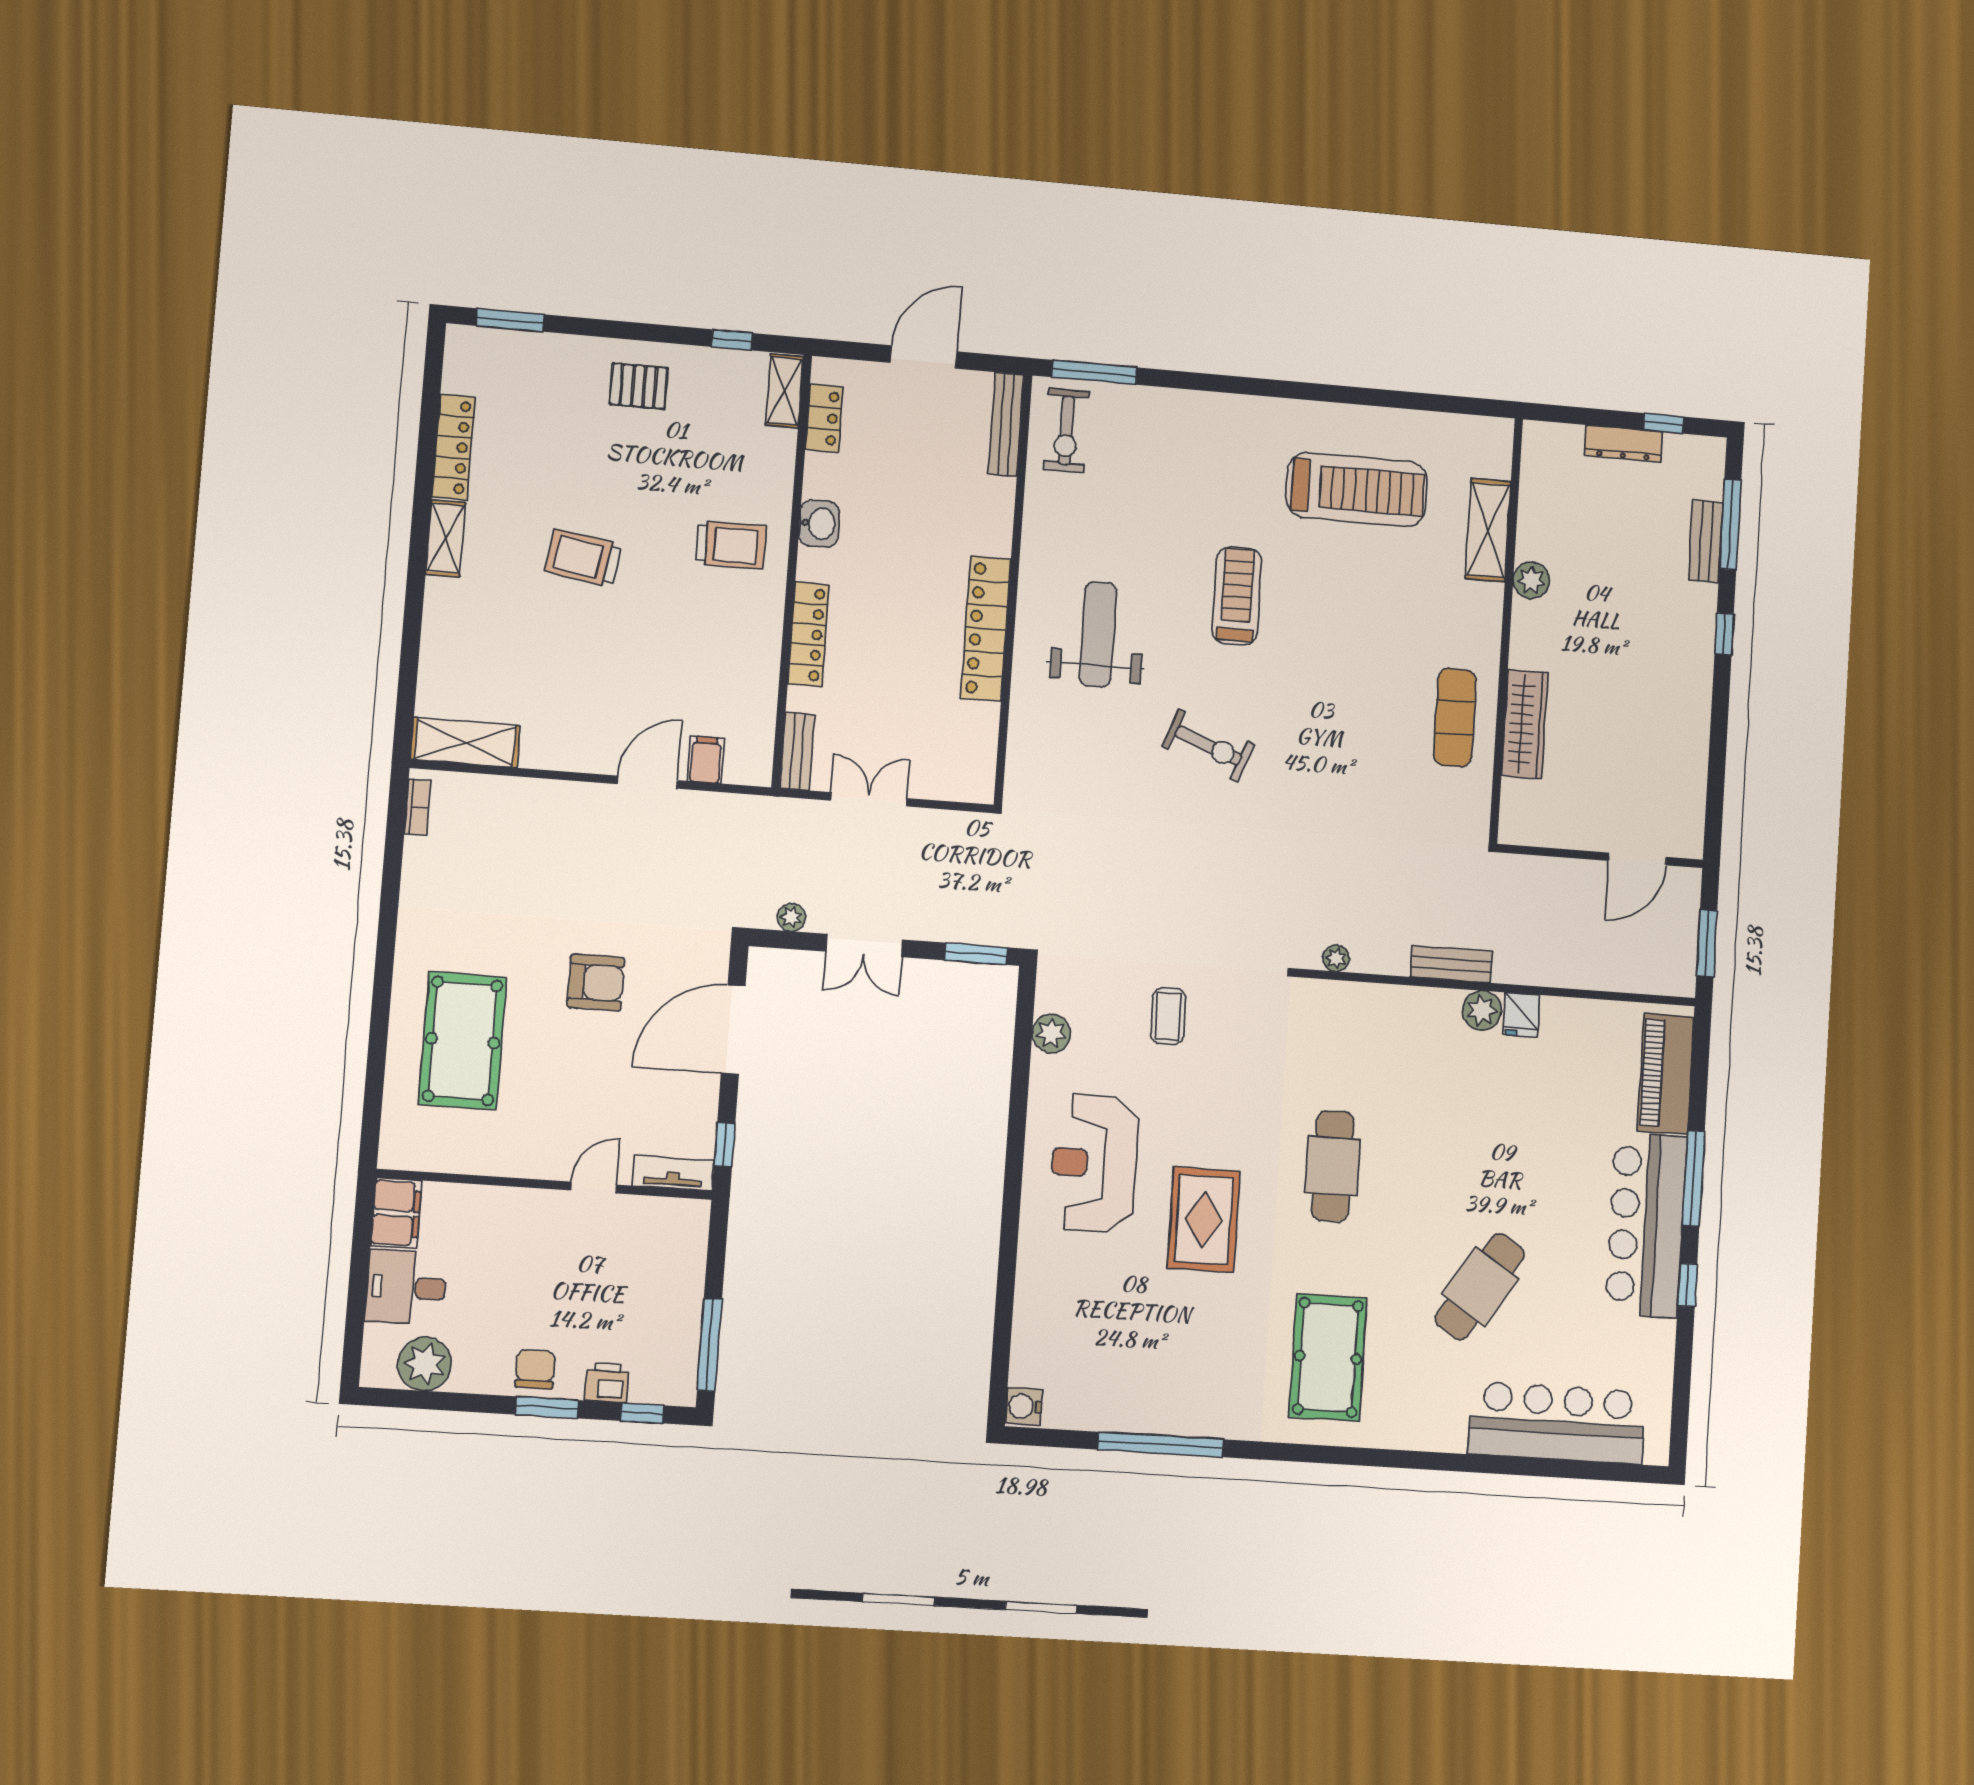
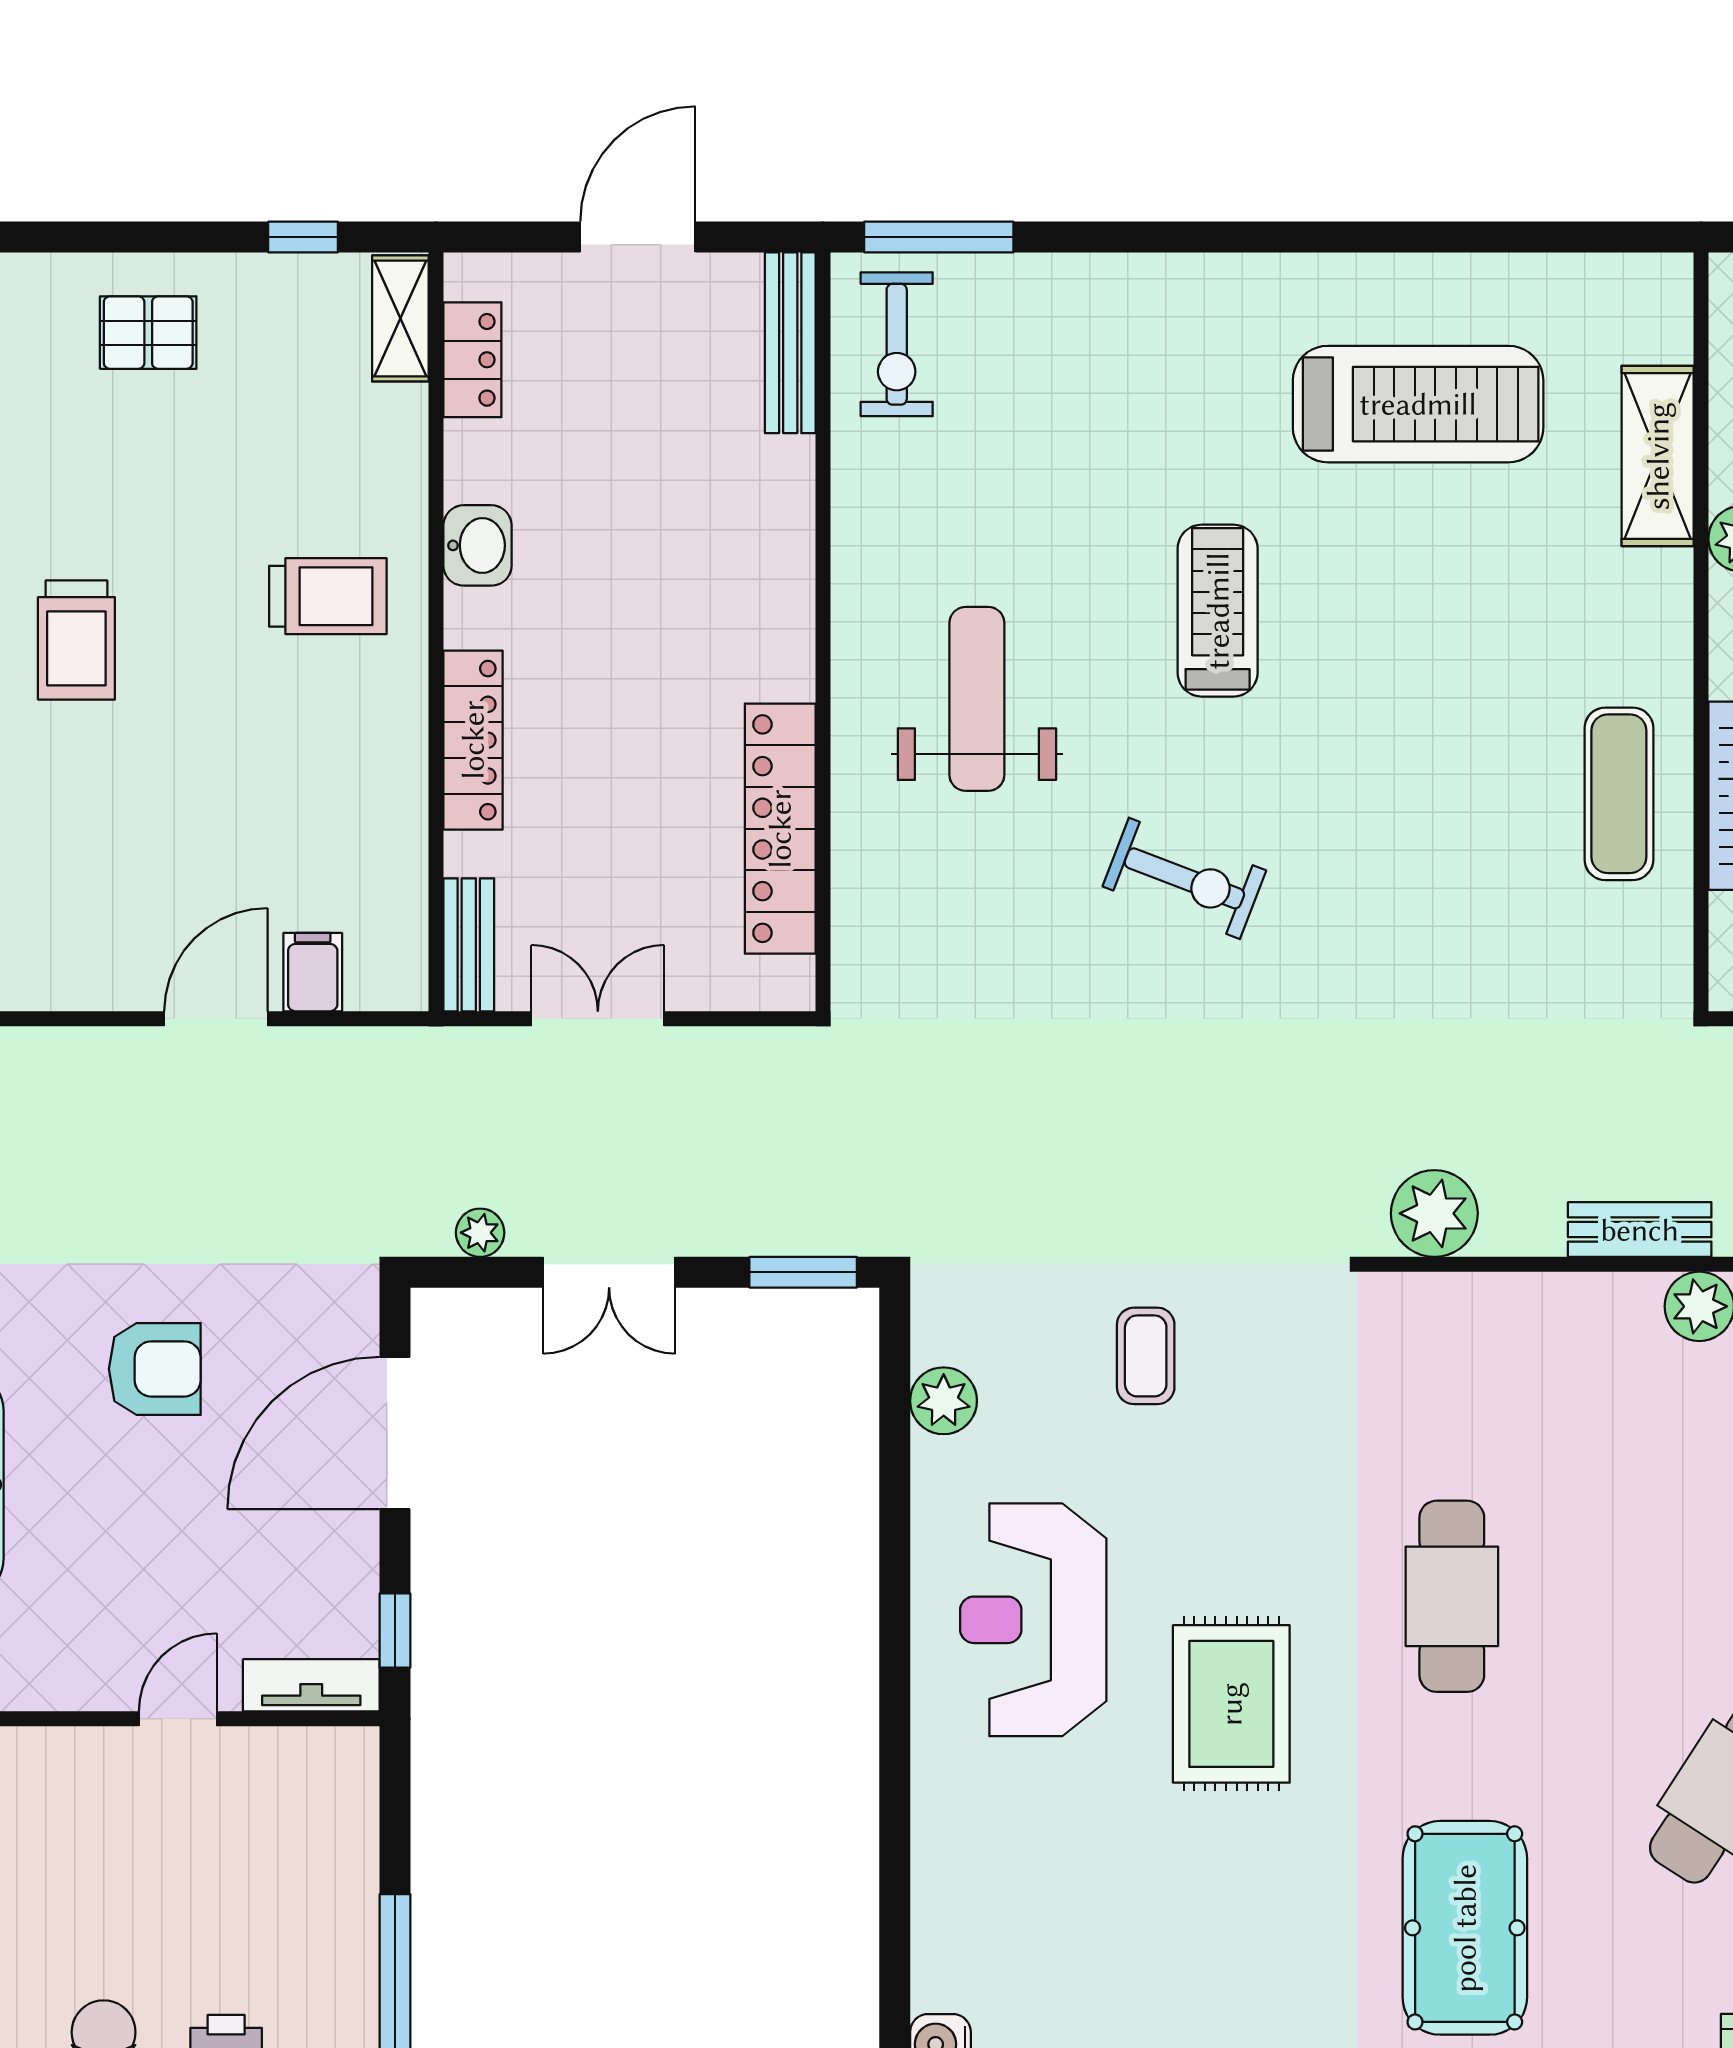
trolley: (583, 558) -> (76, 640), turned -99
locker: (986, 628) -> (780, 829), moved
plant: (1336, 958) -> (1434, 1213), width x1.87, depth x1.87

